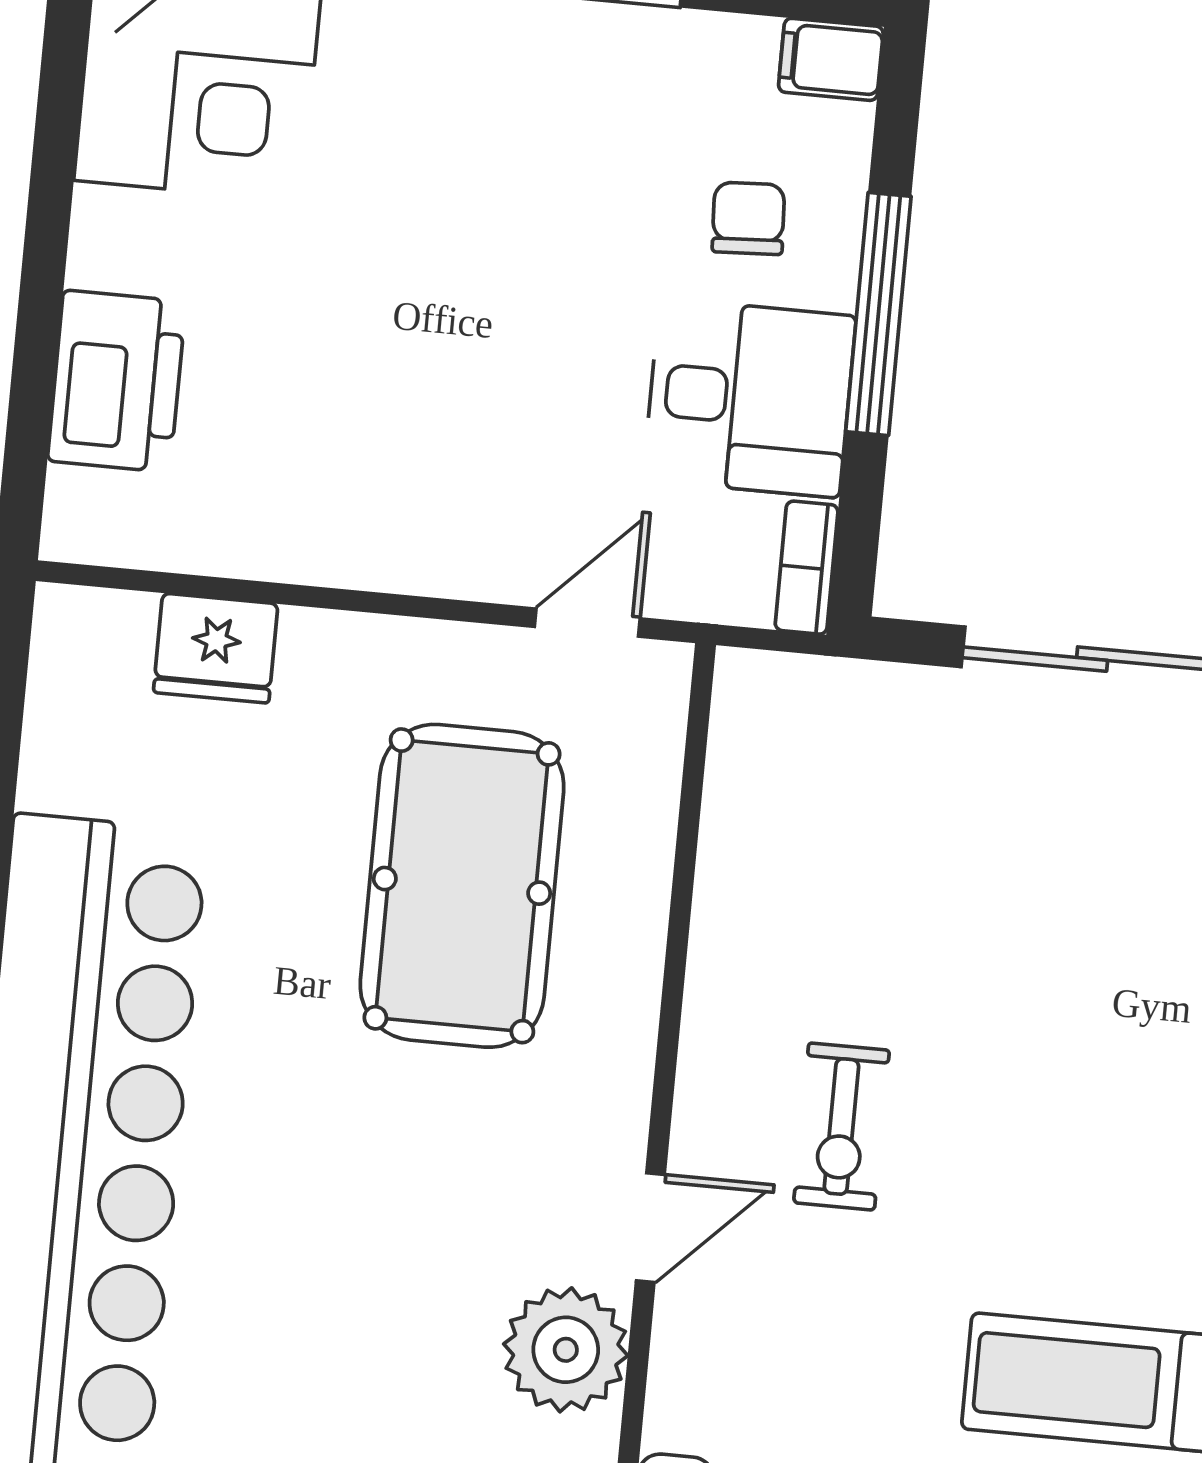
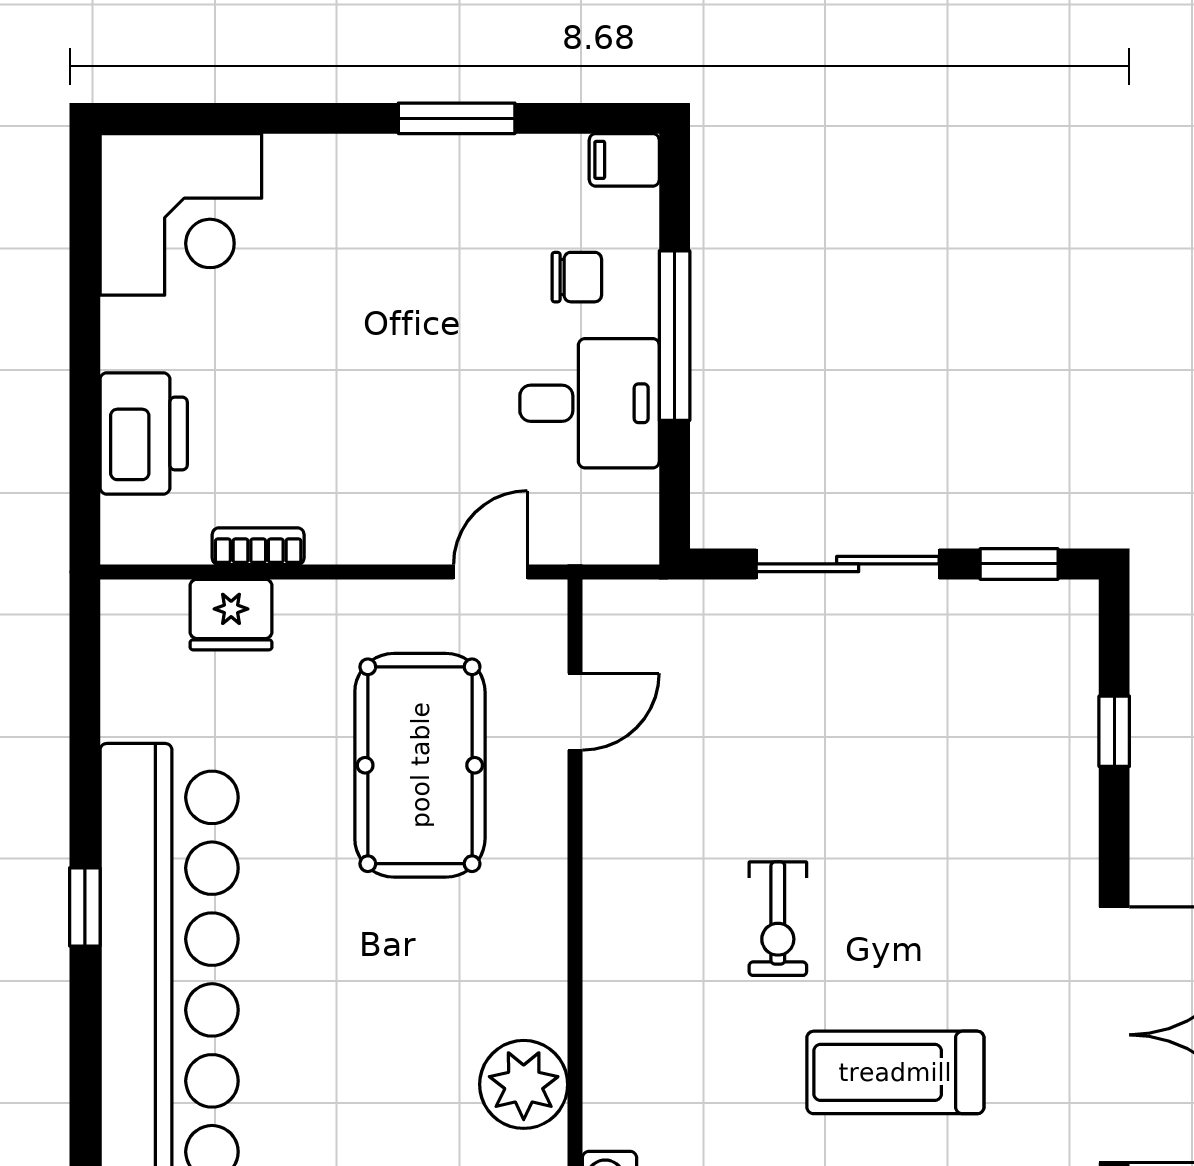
chair: (748, 218) -> (577, 277), turned 93
bookcase: (807, 568) -> (258, 546), moved, turned 90
exercise bike: (842, 1127) -> (778, 919), moved
door: (650, 1228) -> (575, 712), moved

